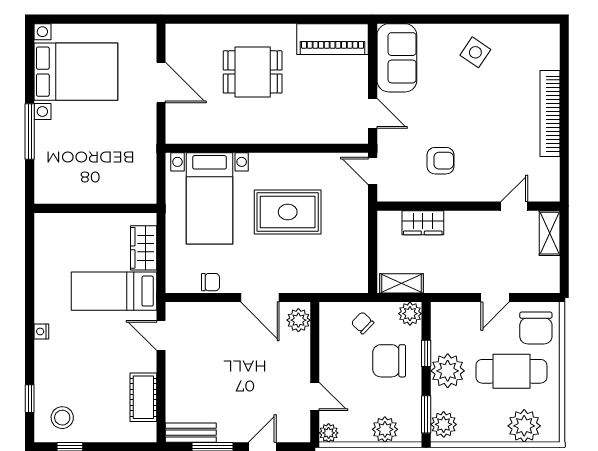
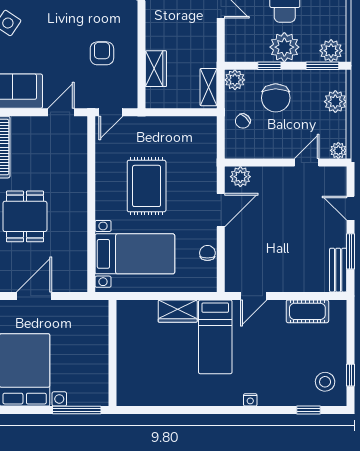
wall: (95, 208) -> (112, 353), moved

